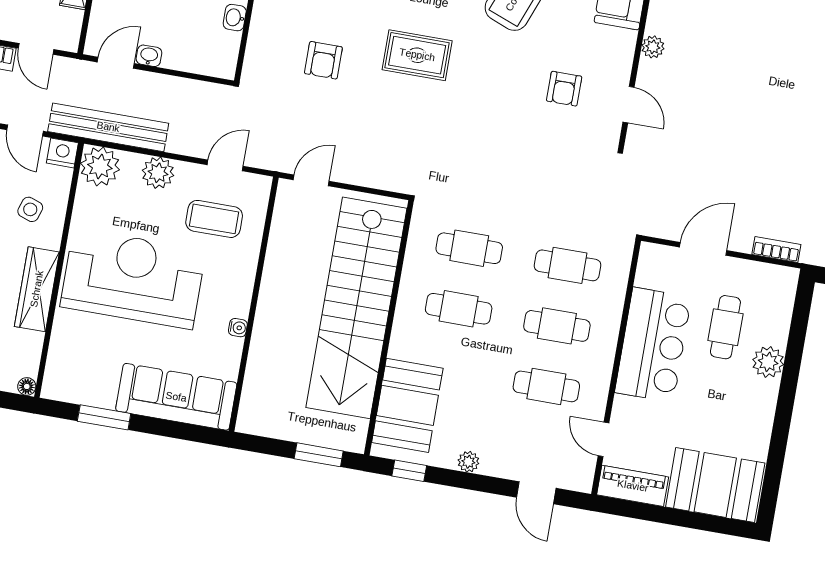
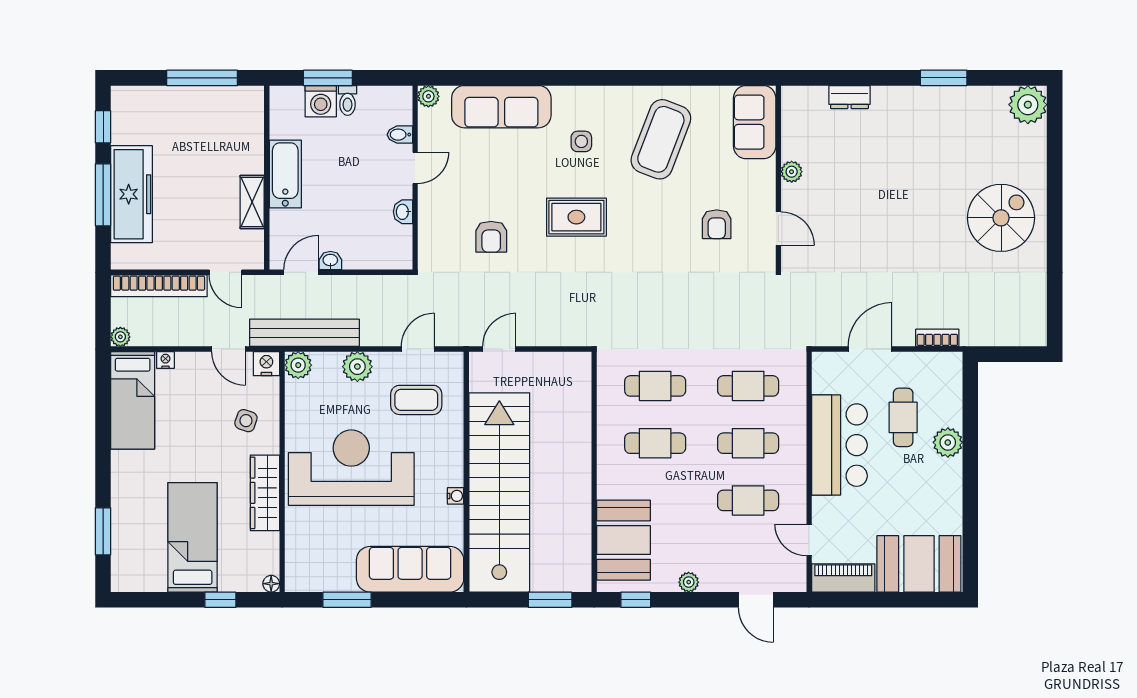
plant: (100, 166) -> (298, 365), width x0.73, depth x0.73
stairs: (356, 308) -> (499, 492), moved, turned 180

